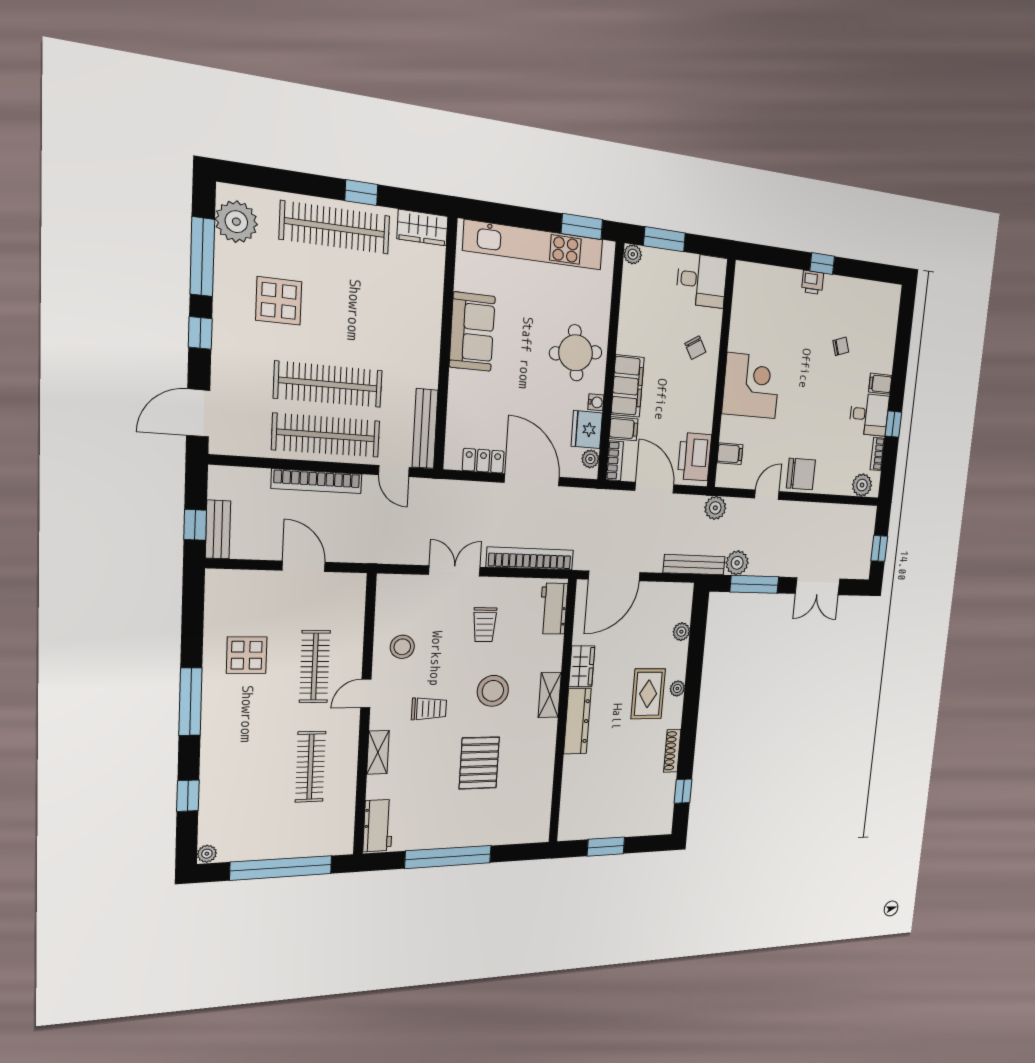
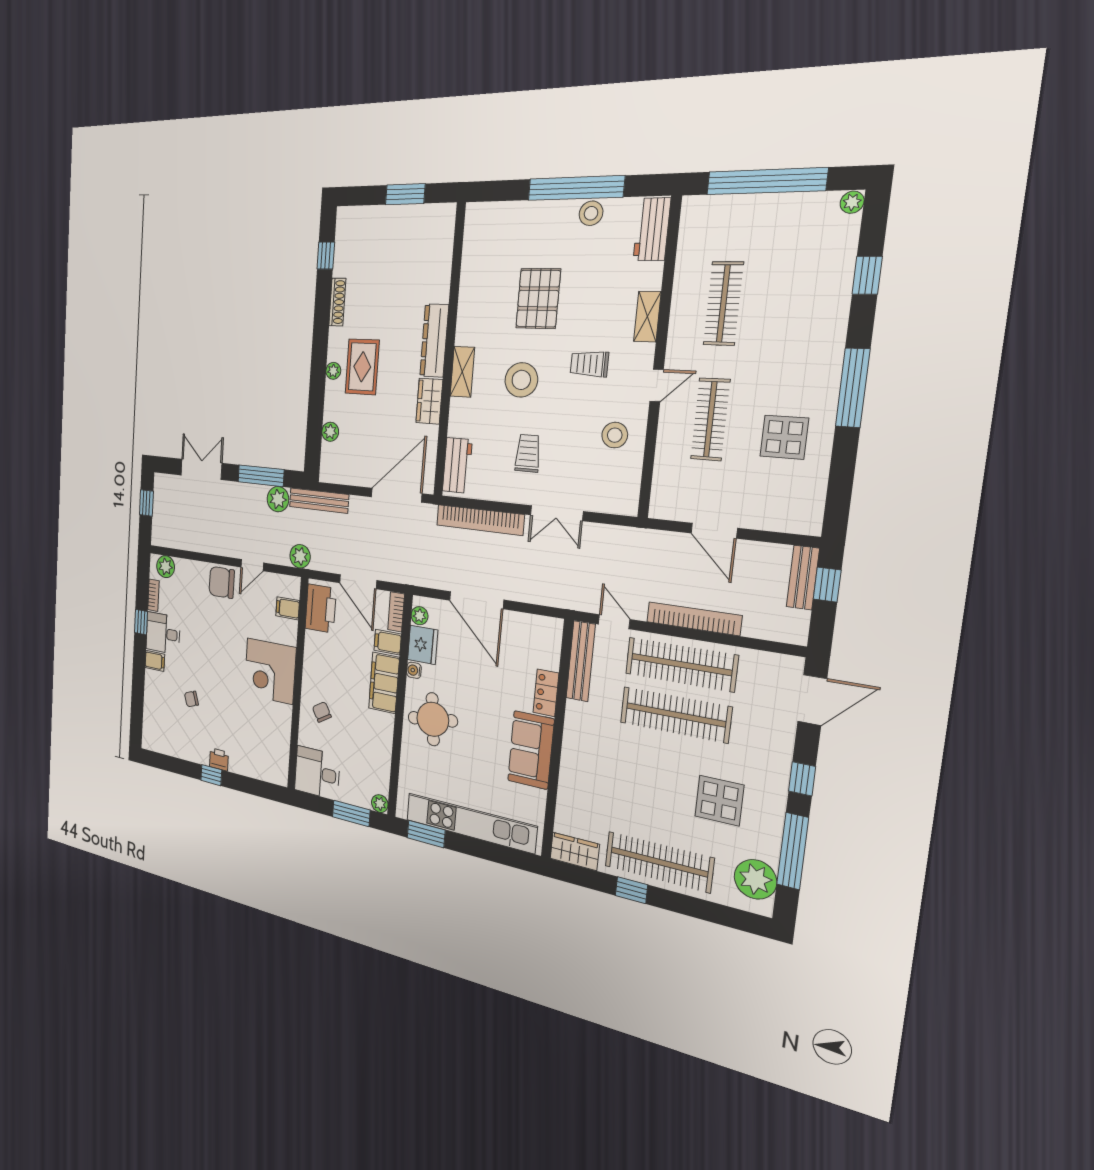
locker: (483, 461) -> (546, 693), moved, turned 90
stool: (434, 837) -> (591, 213), added

